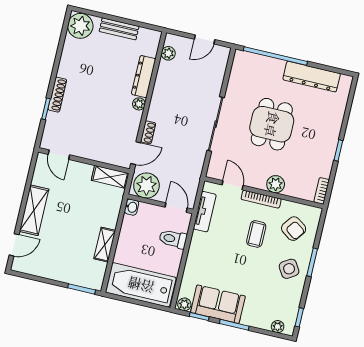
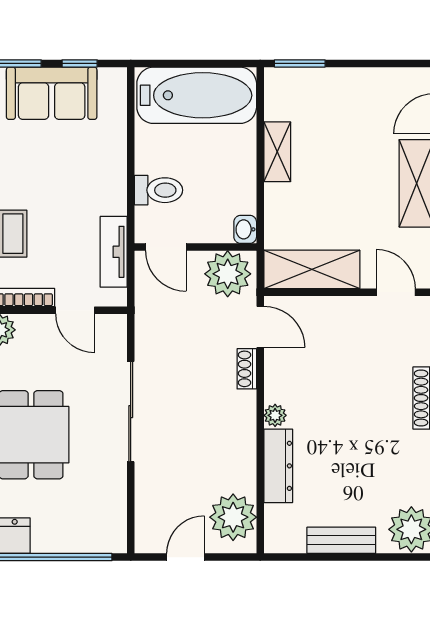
plant: (168, 53) -> (233, 517), width x1.87, depth x1.87
door: (136, 153) -> (260, 327), swing flipped
shelving: (110, 177) -> (312, 269), width x1.50, depth x1.33
plant: (184, 304) -> (111, 79), removed

